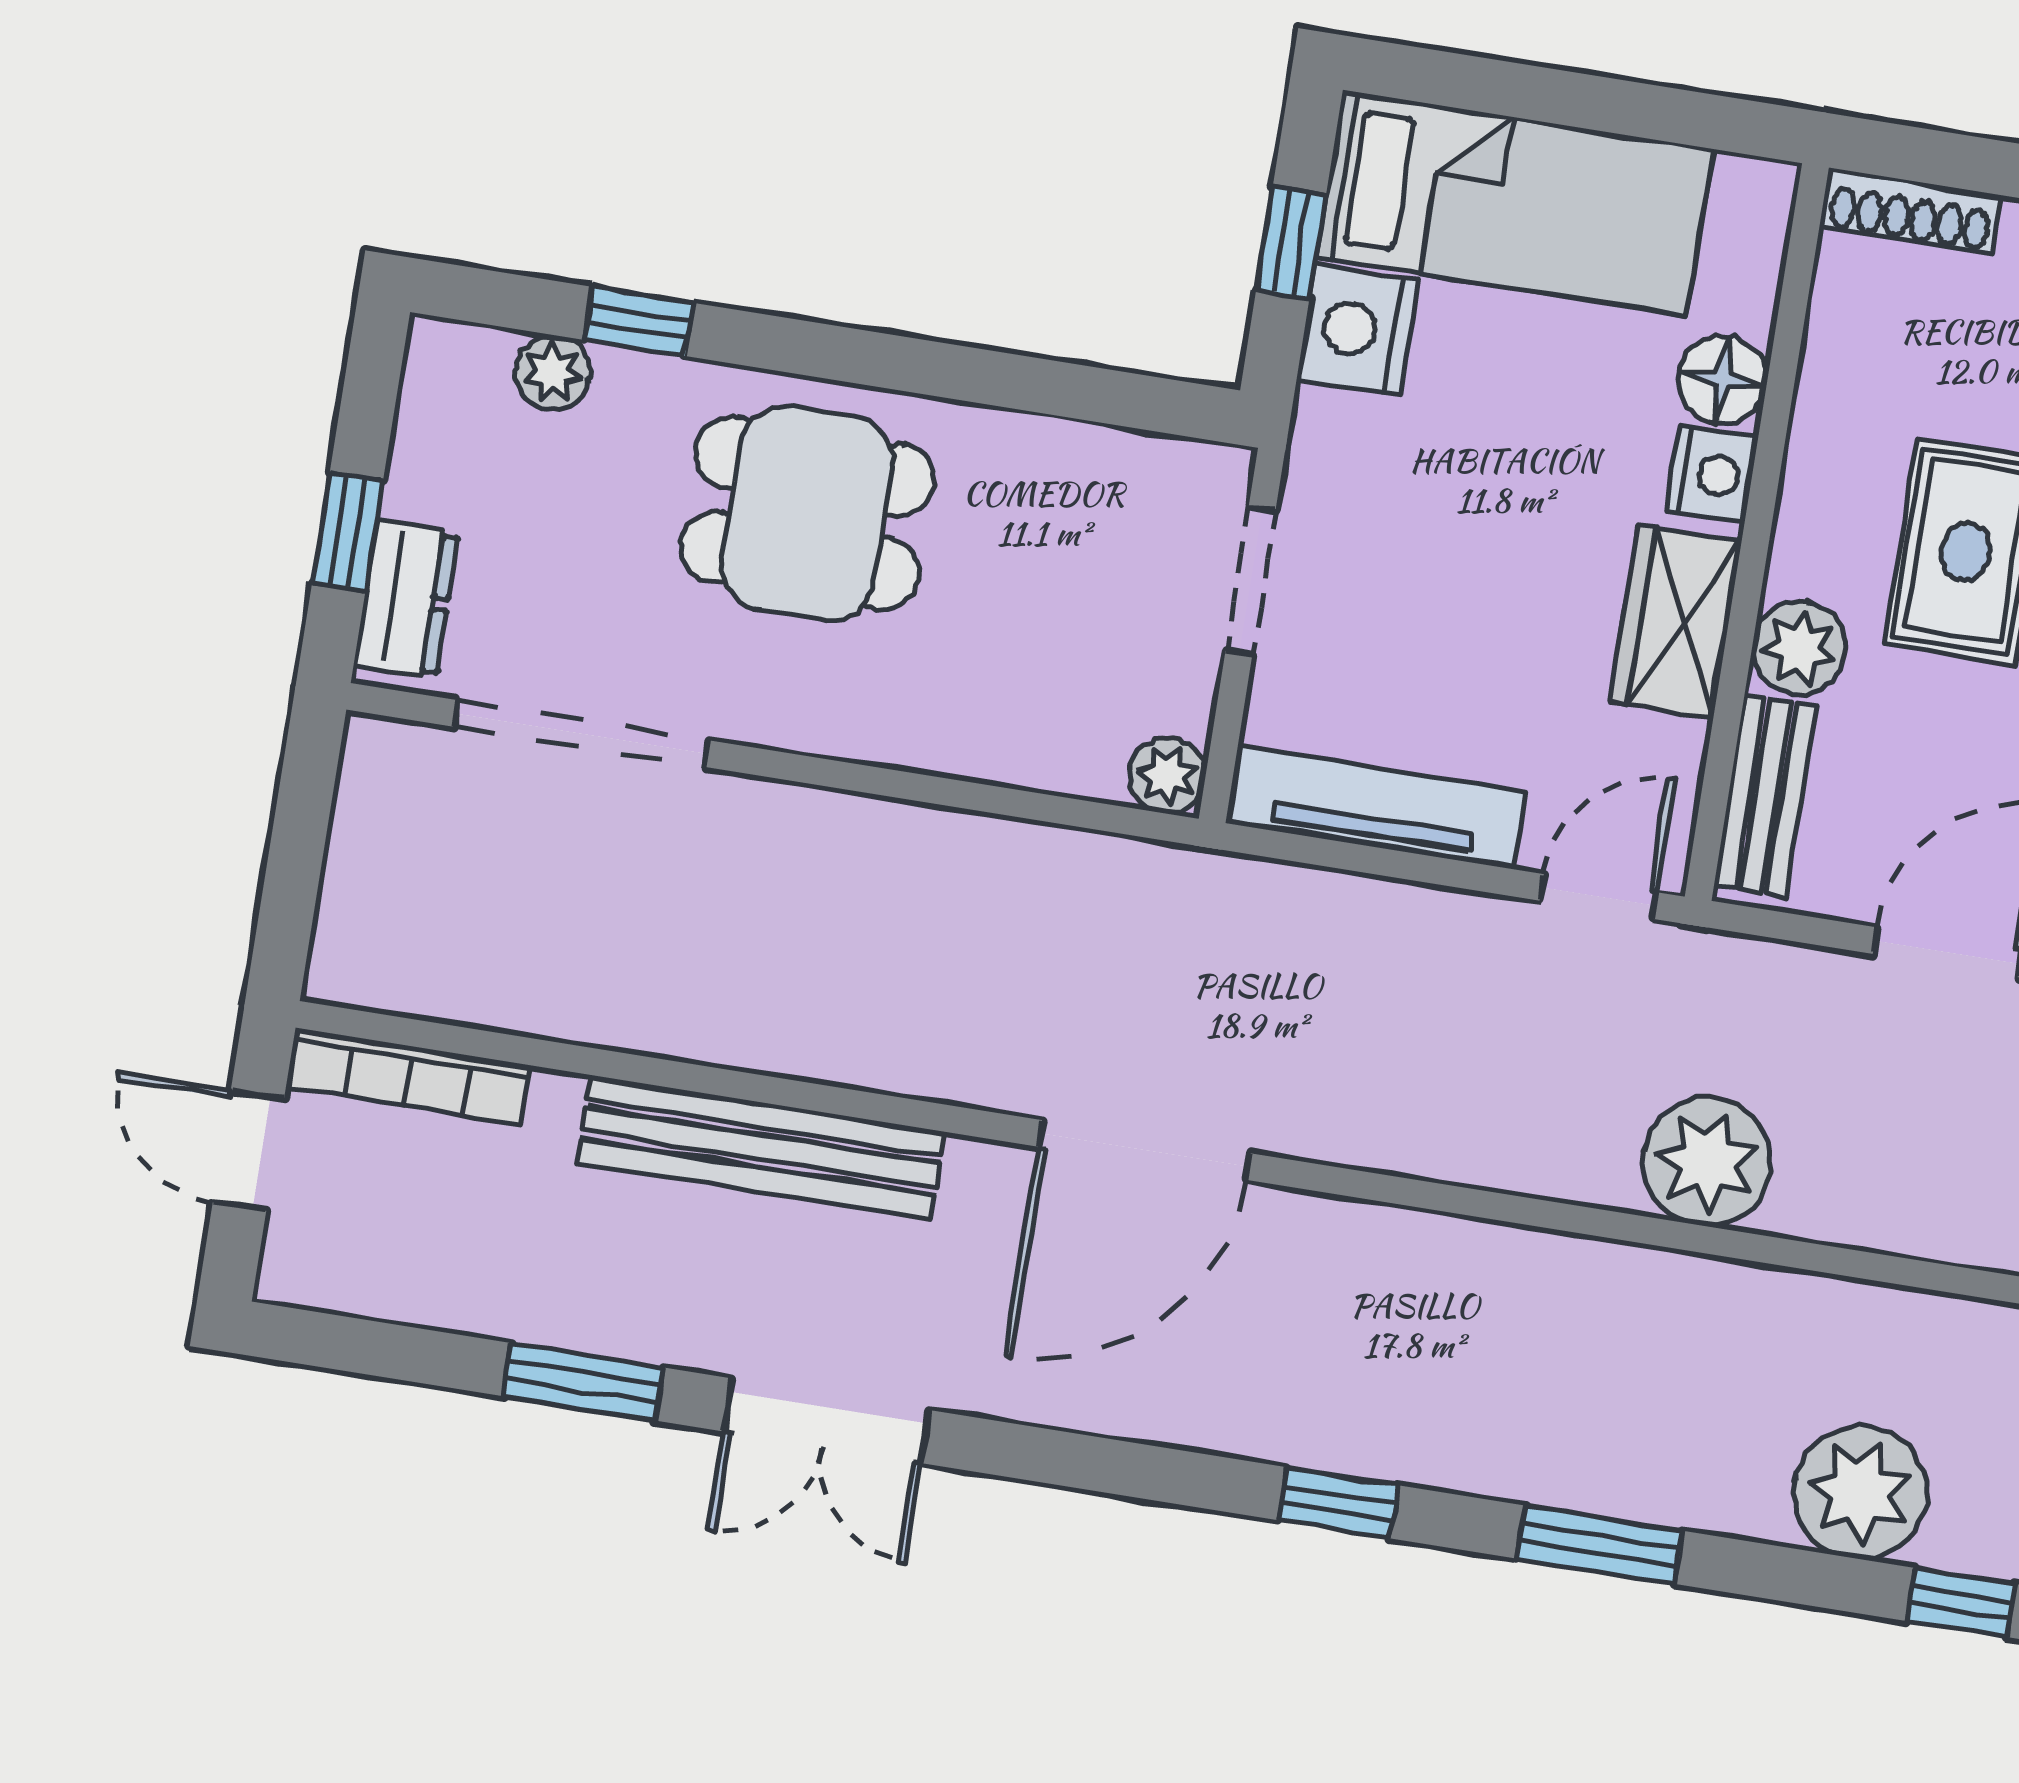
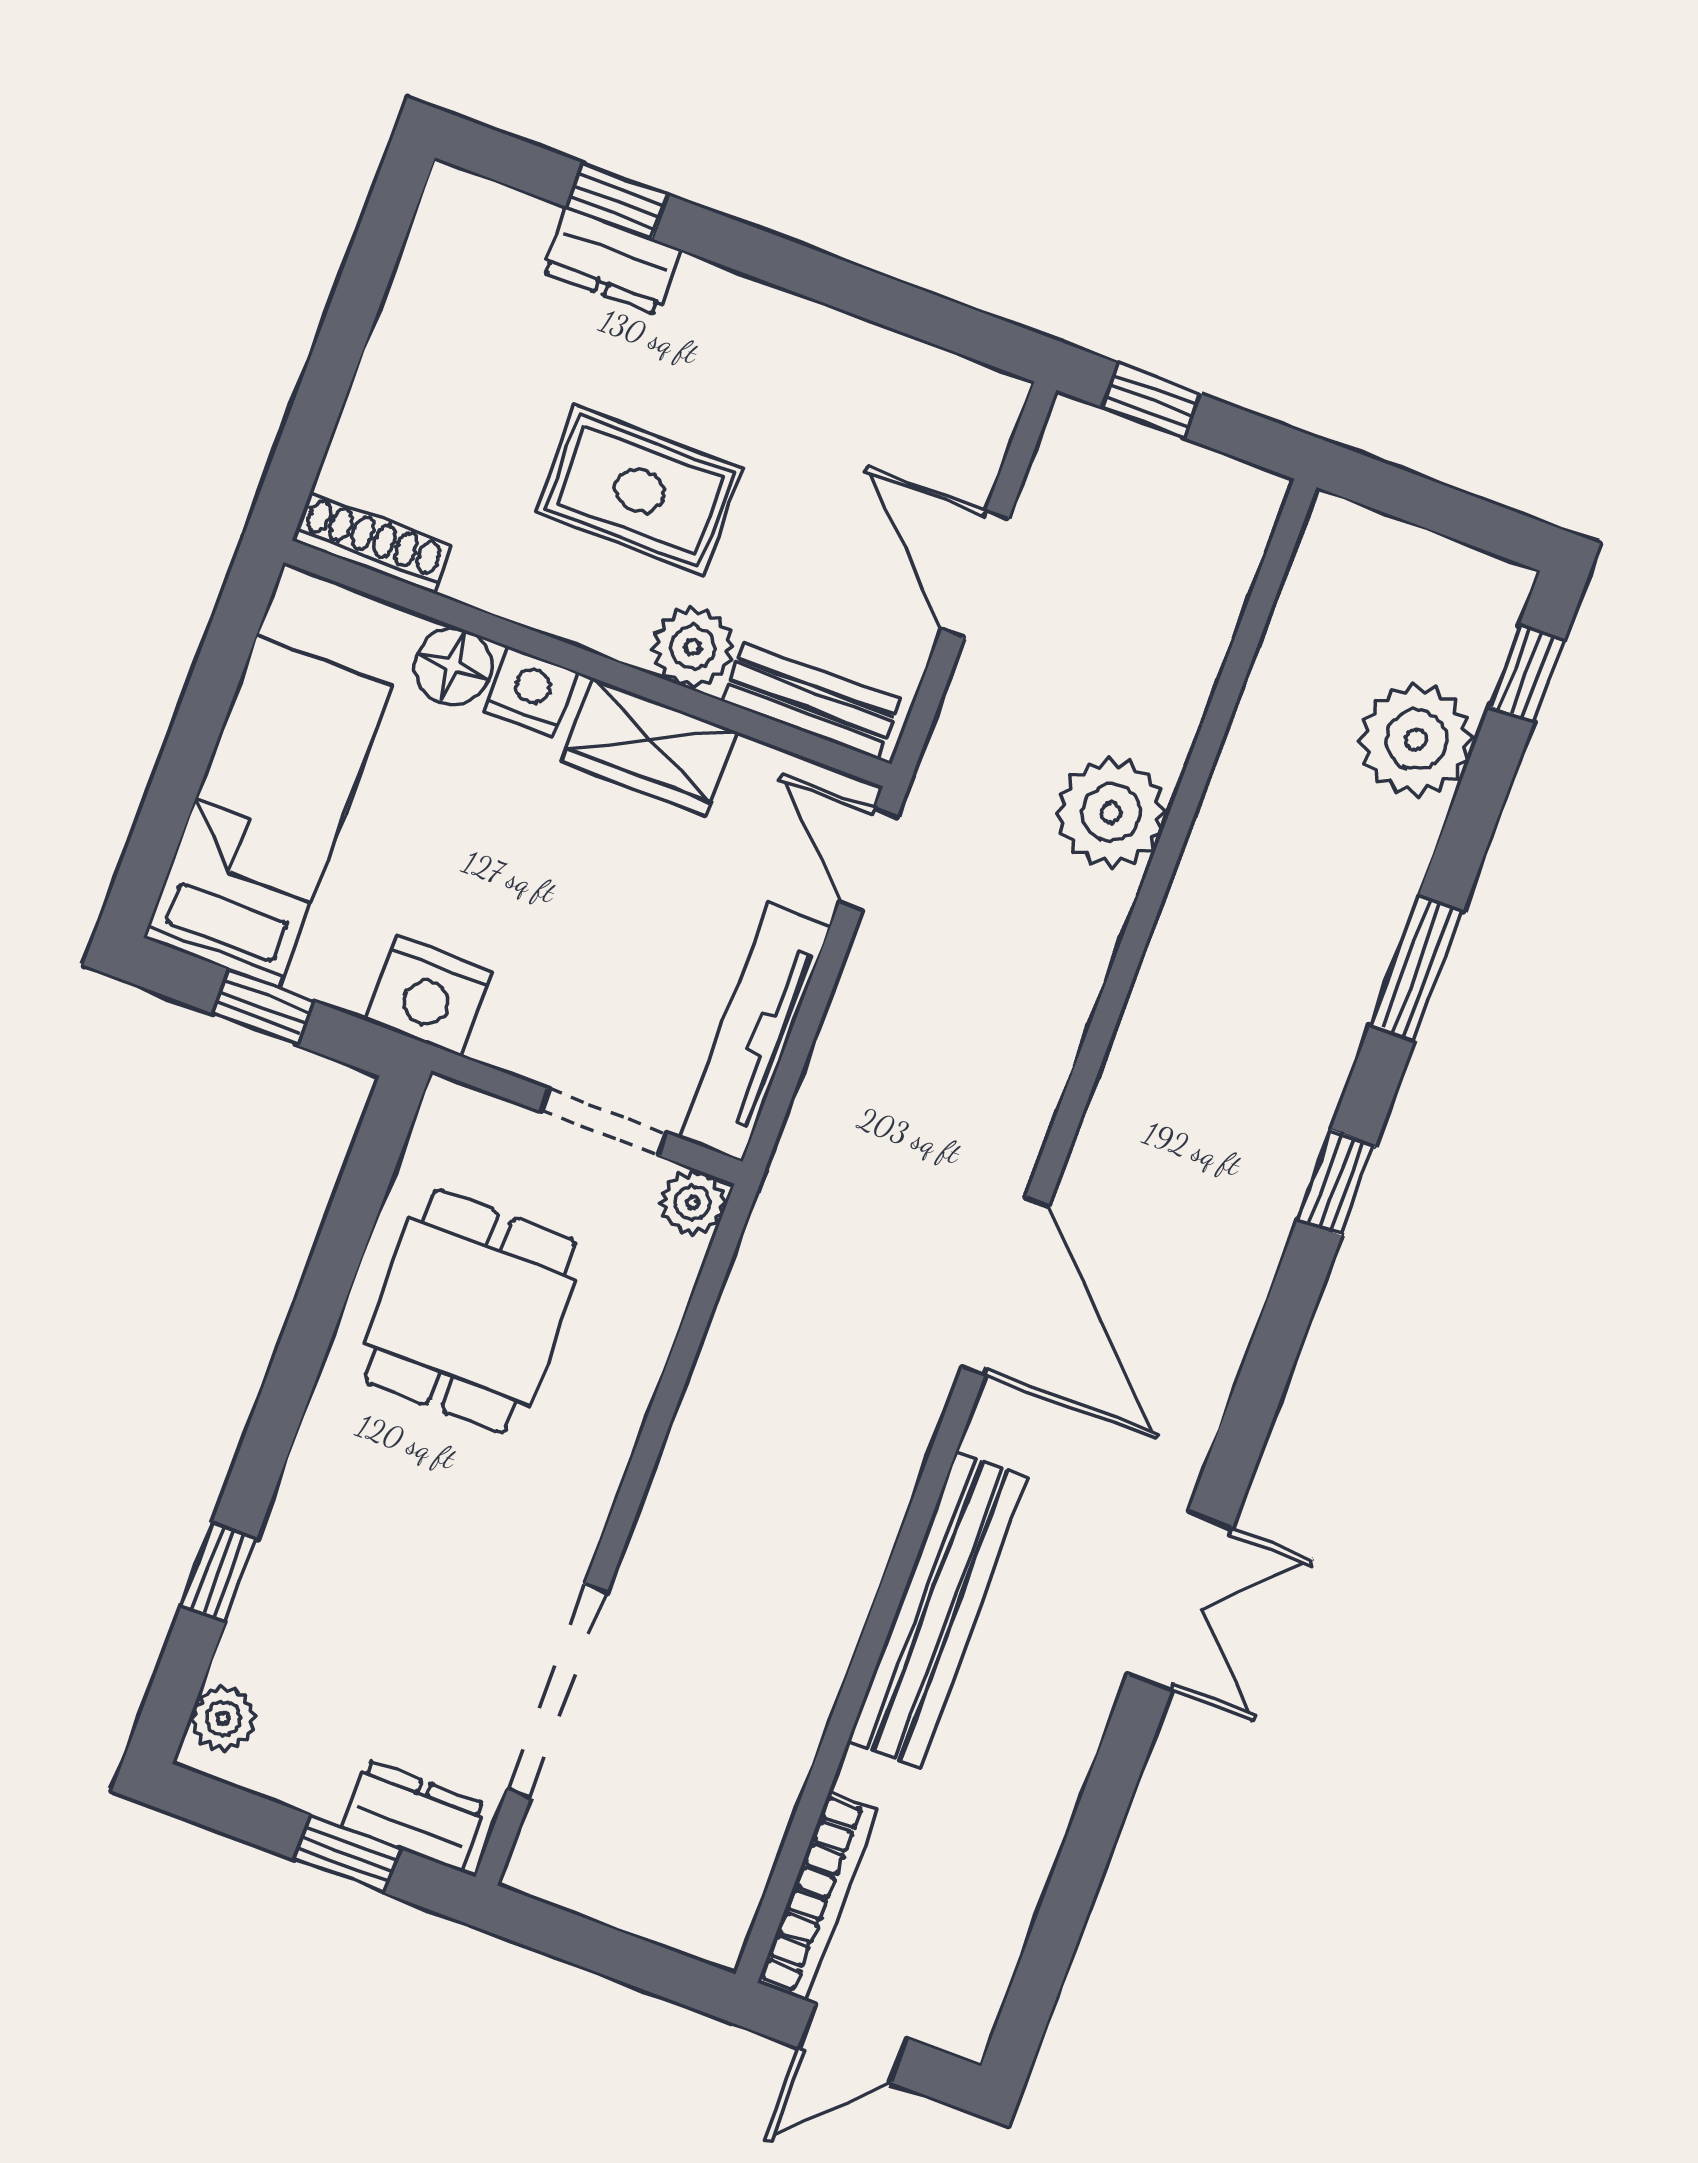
shoe rack: (1911, 211) -> (372, 543), moved, turned -90
nightstand: (1358, 330) -> (428, 996), moved
plant: (553, 373) -> (223, 1718), moved
dining table: (807, 513) -> (470, 1311), moved
doorway: (1251, 581) -> (603, 1122), moved
window: (583, 1382) -> (1105, 1800), removed

